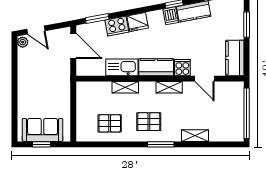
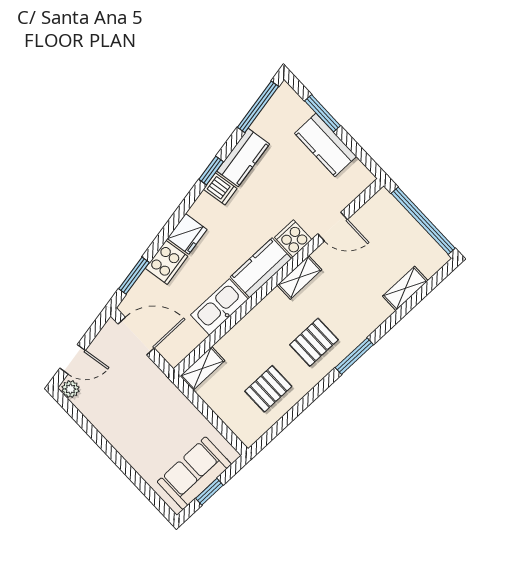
kitchen counter: (235, 58) -> (325, 145), moved
shelving: (125, 87) -> (202, 368), moved
shelving: (195, 136) -> (405, 288), moved

